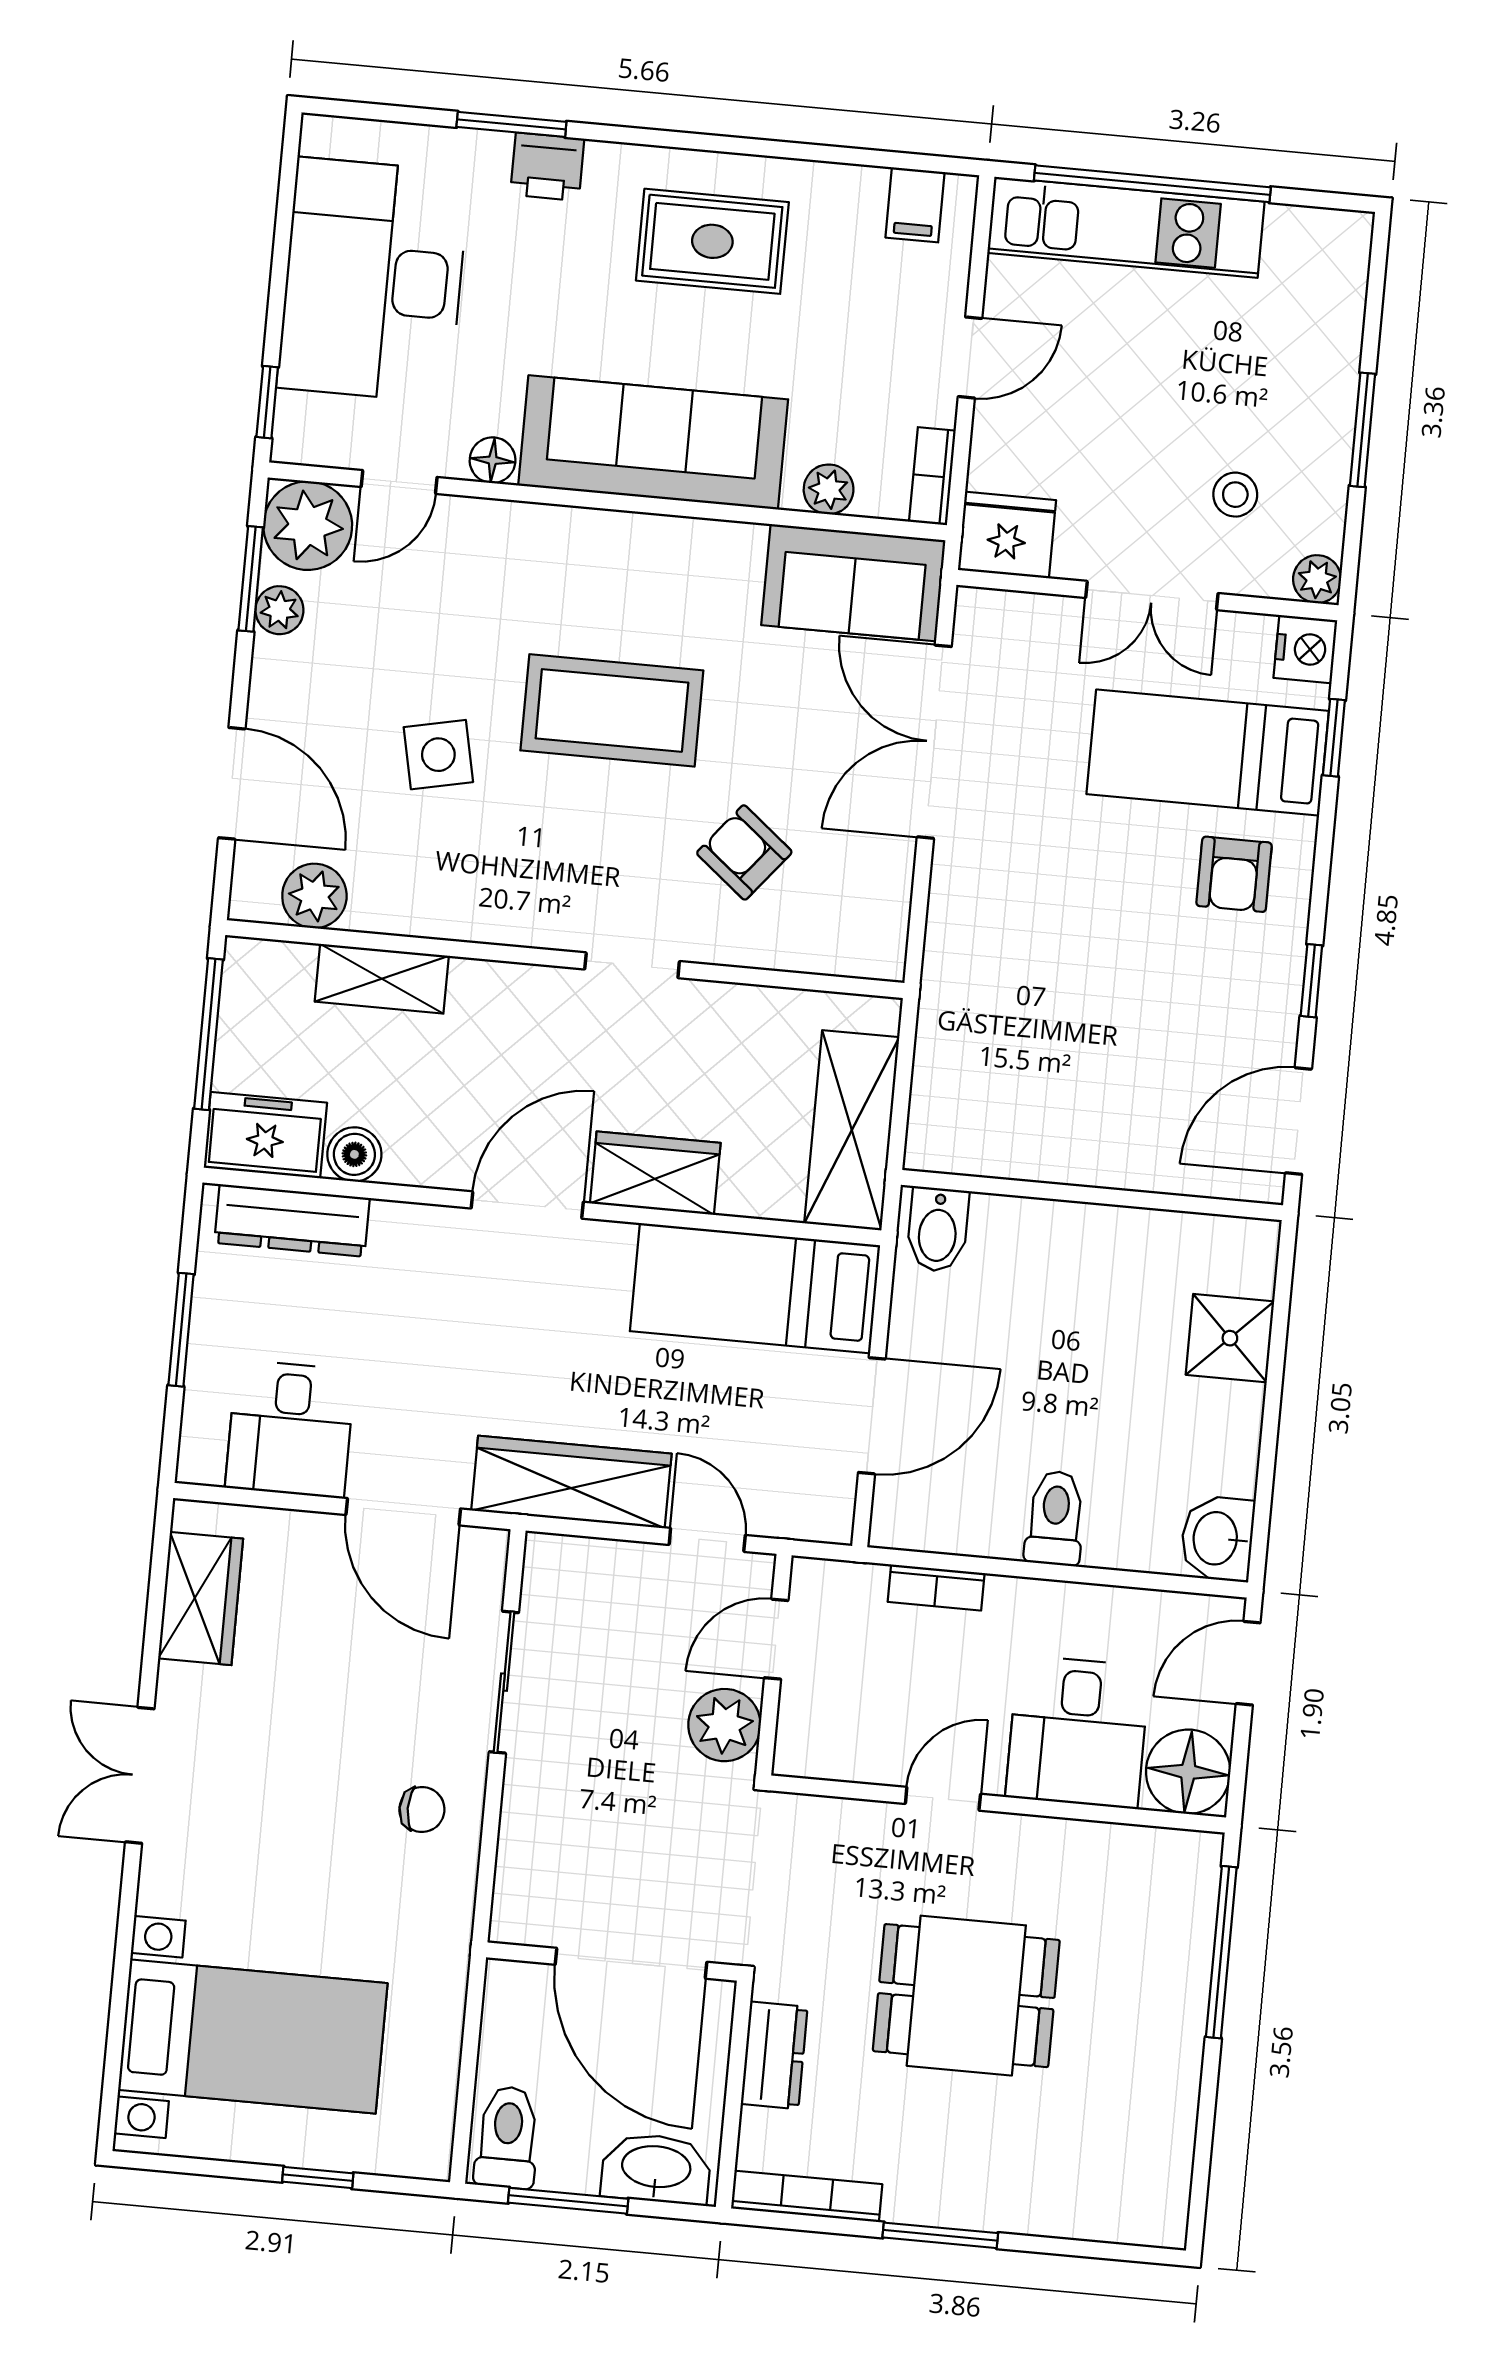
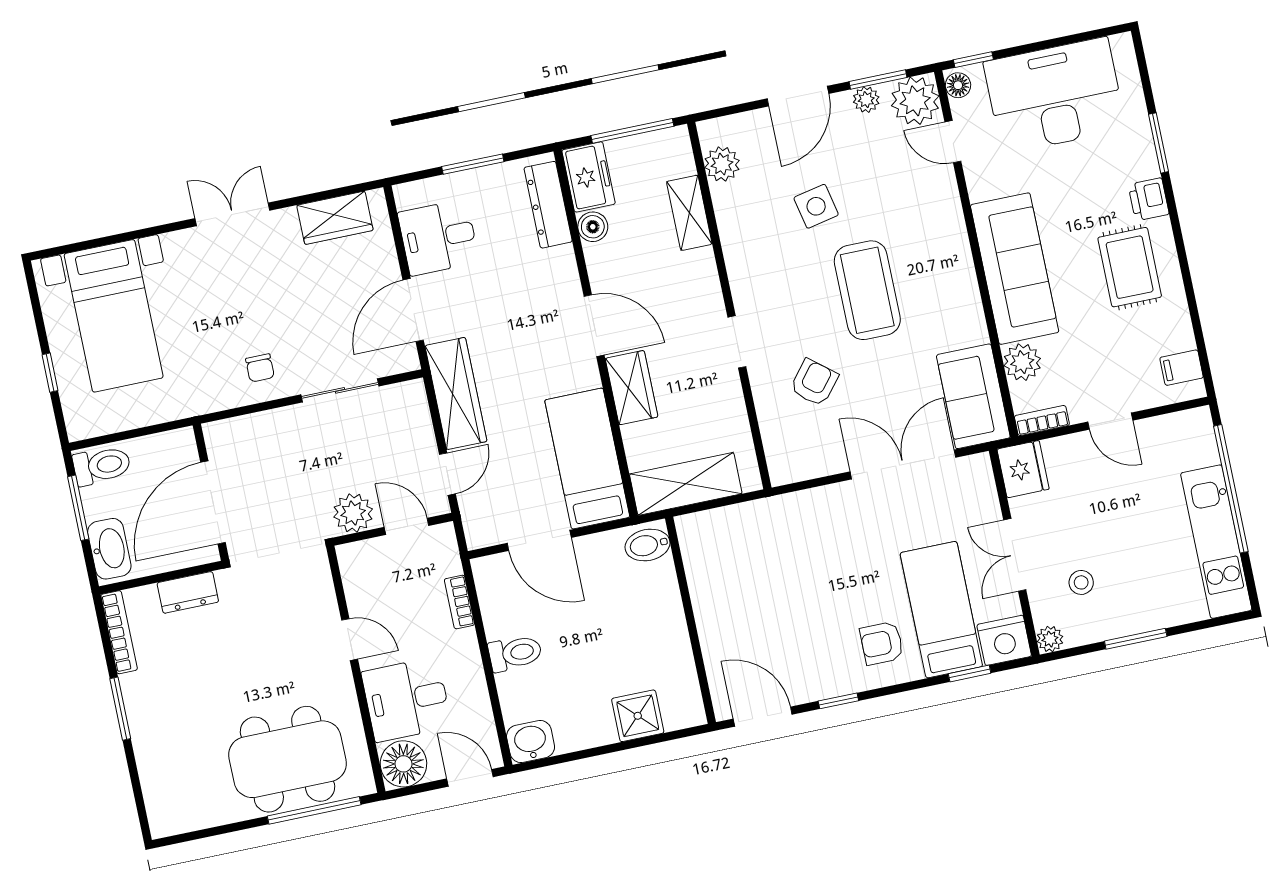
printer: (547, 167) -> (1149, 199), moved
kitchen unit: (1126, 227) -> (1216, 542), moved
floor lamp: (493, 460) -> (958, 85), moved
plant: (829, 489) -> (1022, 362), width x1.38, depth x1.38
nightstand: (1305, 649) -> (1004, 640), width x1.36, depth x1.33
door: (232, 783) -> (798, 96), moved
dining table: (966, 1996) -> (288, 759), moved, width x1.38

